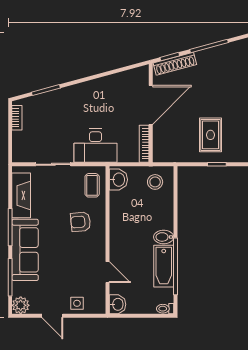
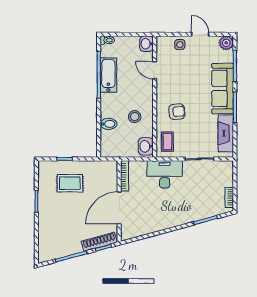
rug: (210, 135) -> (70, 183), turned 90
stool: (155, 182) -> (135, 117), moved
bidet: (164, 237) -> (108, 124), moved

